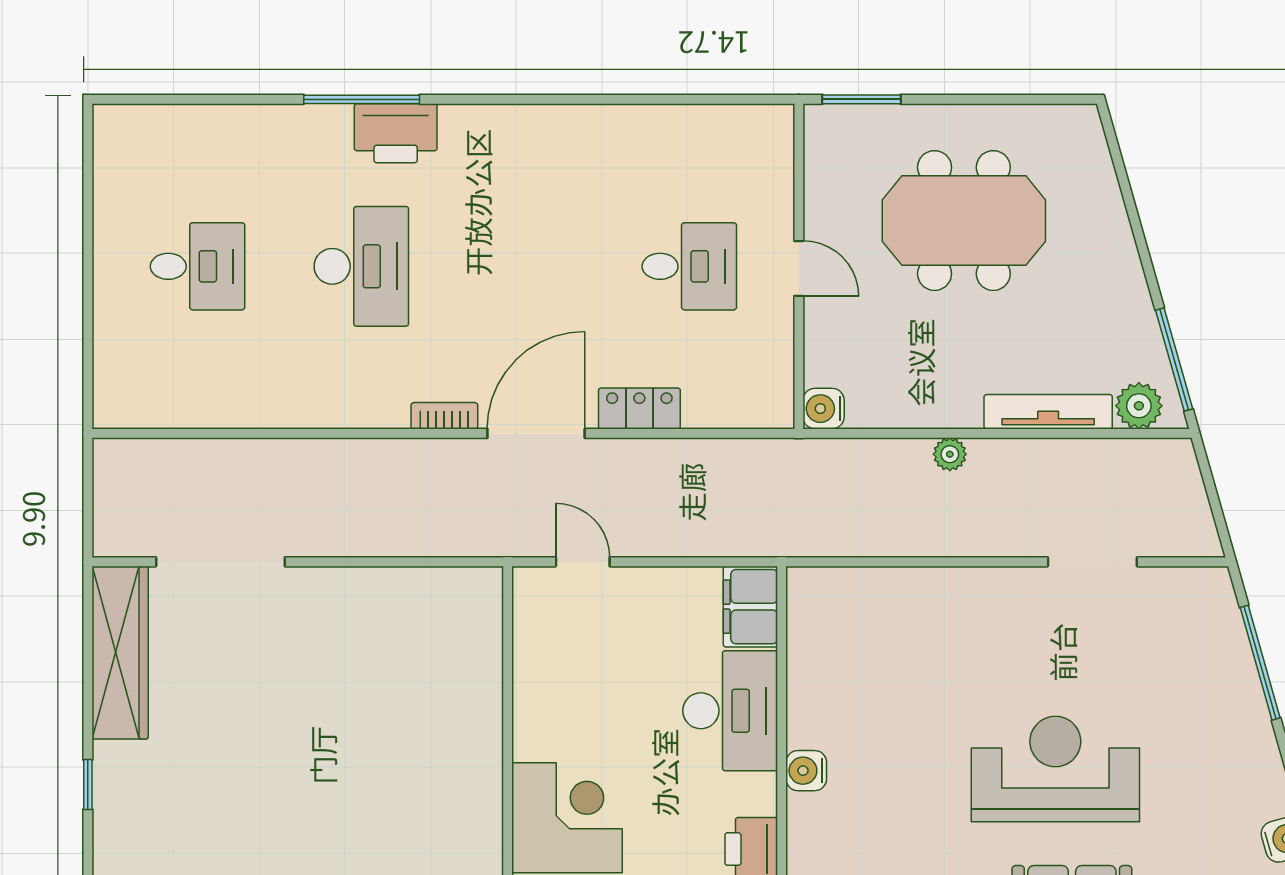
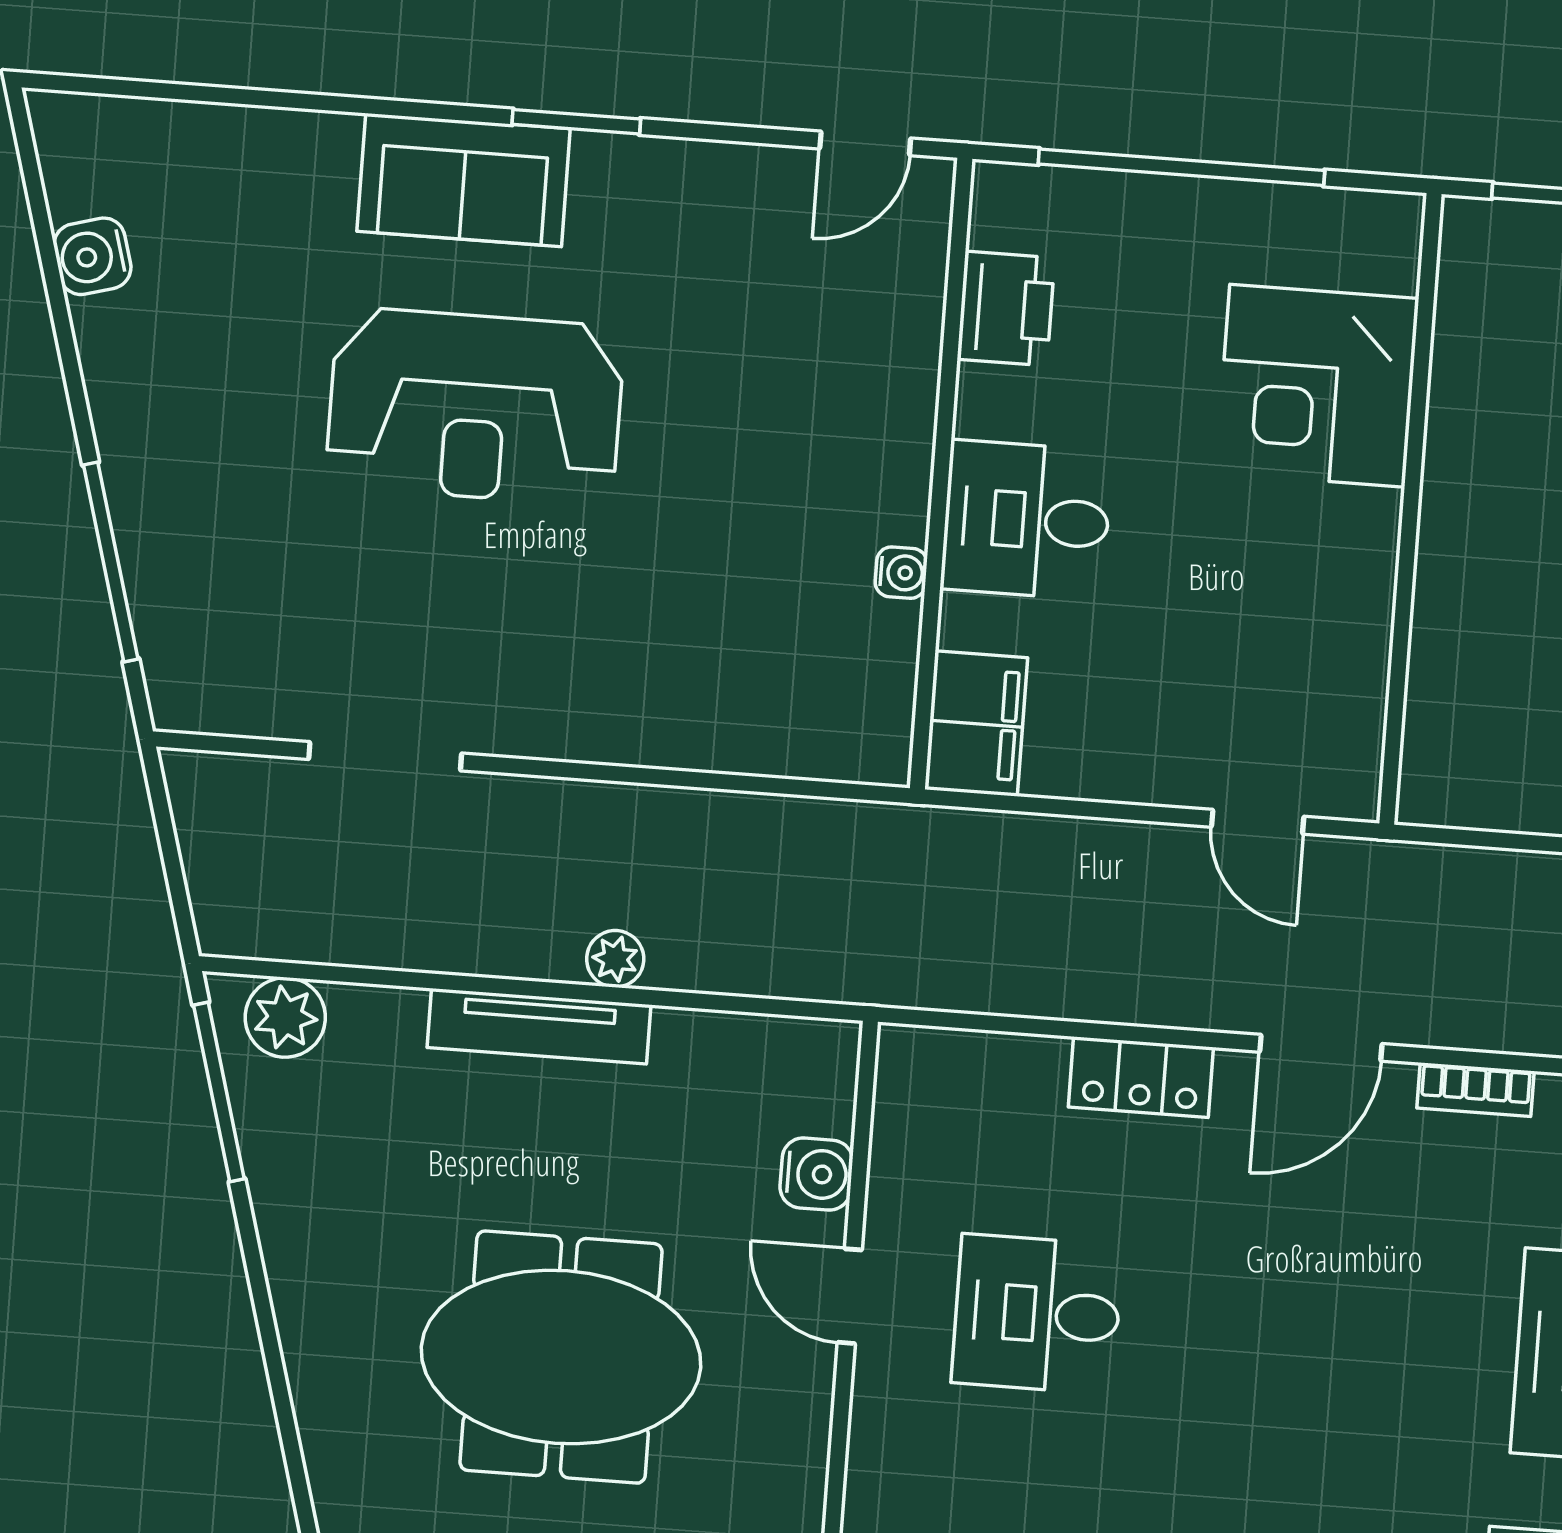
water cooler: (824, 409) -> (816, 1174), moved
tv unit: (1048, 412) -> (539, 1026), moved
door: (536, 433) -> (1321, 1048), width x0.73
desk: (730, 711) -> (1026, 520), width x0.73
water cooler: (806, 771) -> (901, 573), moved, width x0.72, depth x0.72

